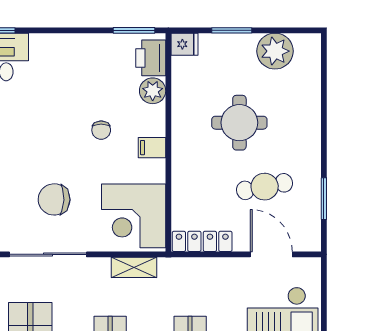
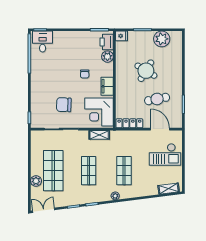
round table: (239, 123) -> (146, 71), turned 31
filing cabinet: (152, 148) -> (107, 86), width x2.00

